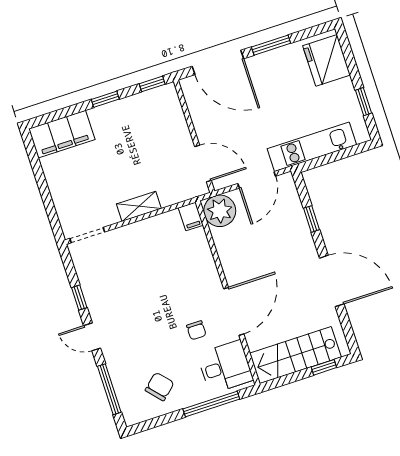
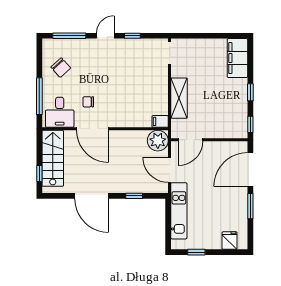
fridge: (327, 60) -> (230, 241), width x0.53, depth x0.75
shelving: (139, 206) -> (179, 98), width x1.50, depth x1.33
door: (332, 281) -> (91, 196), hinge flipped

